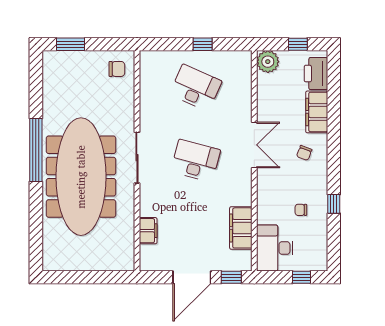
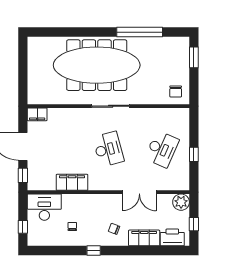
double door: (254, 145) -> (139, 192), moved
window: (36, 150) -> (140, 32), moved
desk: (196, 161) -> (108, 149), turned -30
window: (334, 204) -> (94, 250), moved
filing cabinet: (241, 228) -> (72, 182), moved
filing cabinet: (148, 231) -> (37, 114), moved

